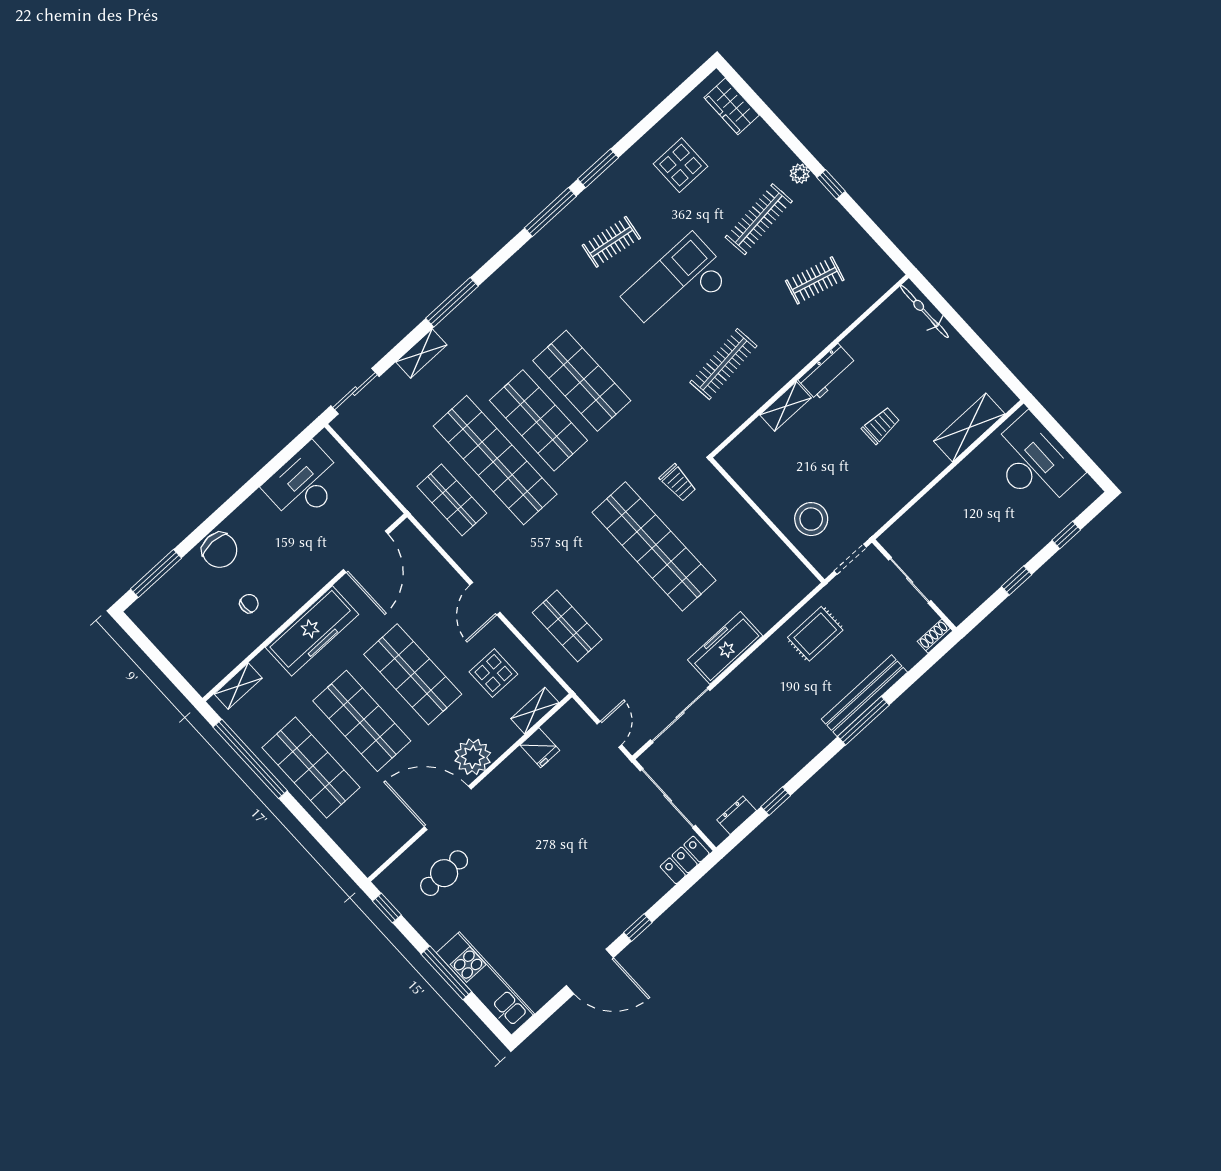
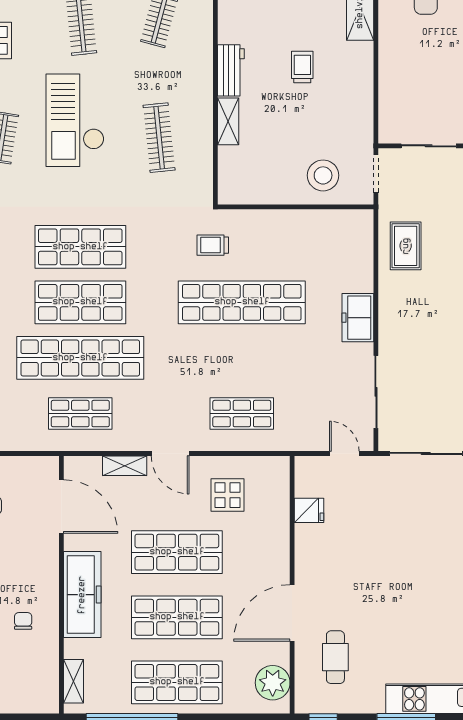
trolley: (678, 483) -> (213, 245), turned 180
freezer: (725, 648) -> (358, 318), width x0.71
shelving: (535, 711) -> (125, 466), moved, turned 90
plant: (473, 757) -> (273, 683), moved

